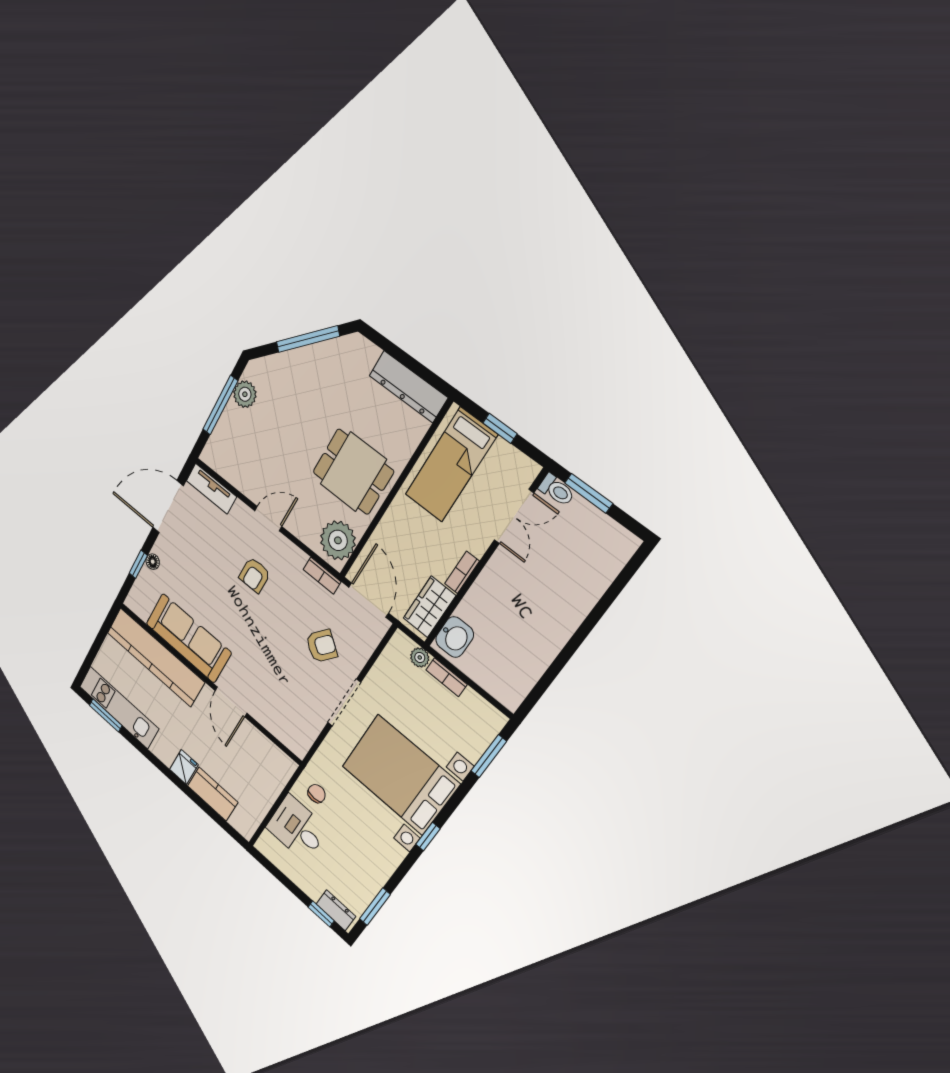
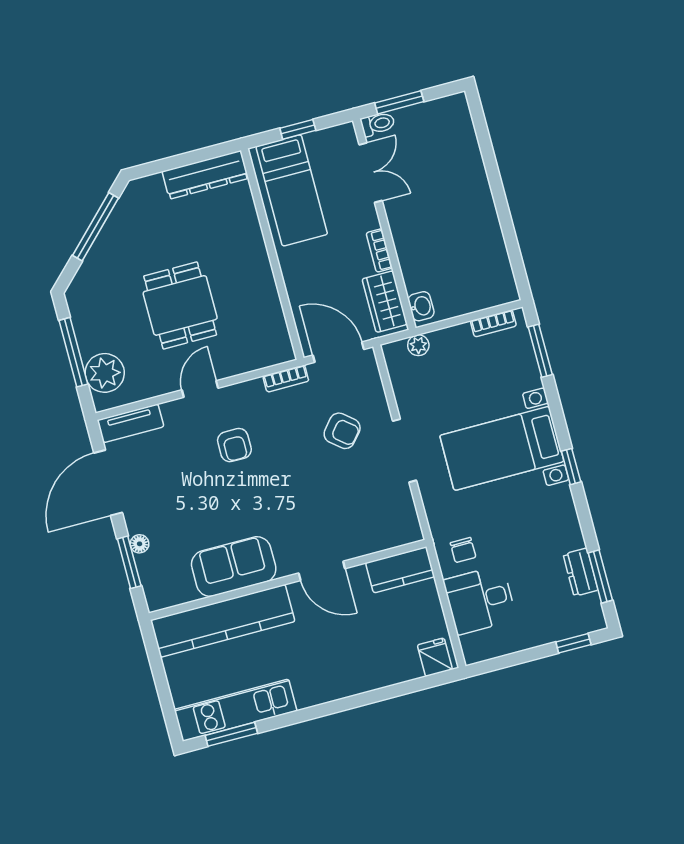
plant: (245, 394) -> (105, 373), moved, width x1.36, depth x1.36
dining table: (353, 472) -> (180, 305), moved, turned 90
plant: (338, 540) -> (270, 338), removed
window: (138, 564) -> (129, 562), width x1.50
washbasin: (455, 637) -> (421, 306), width x0.72, depth x0.69
sofa: (188, 638) -> (234, 567), width x0.73
armchair: (322, 646) -> (342, 431), turned 92
bookcase: (446, 677) -> (493, 323), moved
fridge: (184, 767) -> (435, 657), moved
bed with nightstands: (400, 775) -> (502, 448), width x0.73
kitchen counter: (213, 794) -> (400, 570), moved, turned 180
chair: (317, 794) -> (463, 550), turned 180
dresser: (336, 910) -> (581, 572), moved, turned -90

